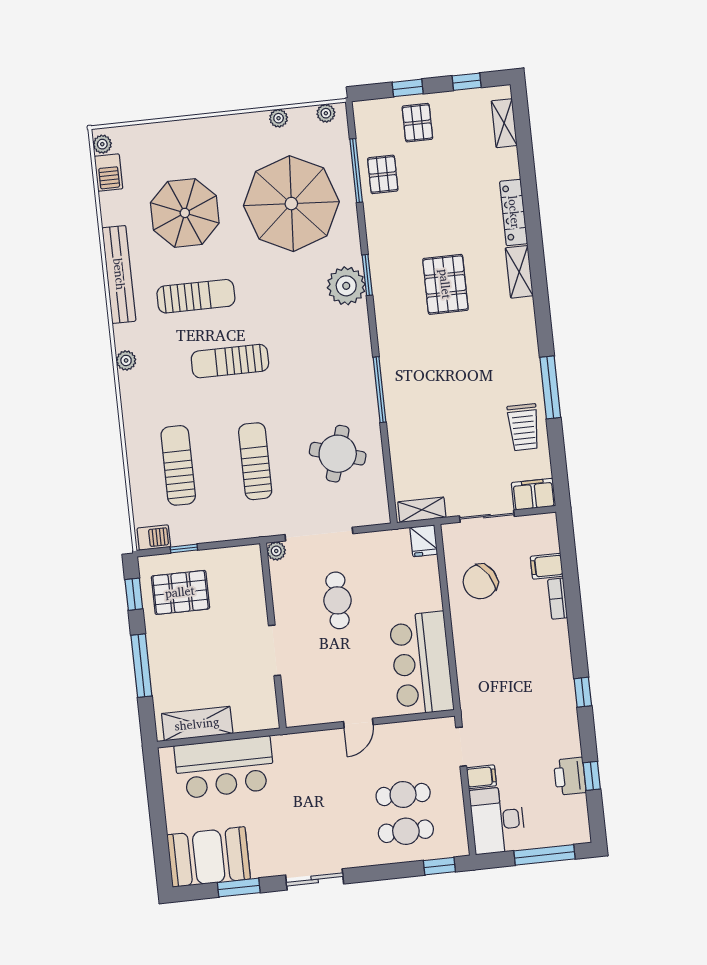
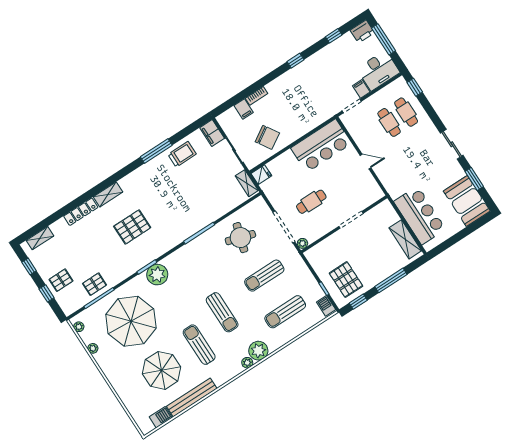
plant: (102, 144) -> (258, 351), moved, width x1.88, depth x1.88
bench: (119, 274) -> (192, 397), moved
printer: (570, 776) -> (362, 31), moved

